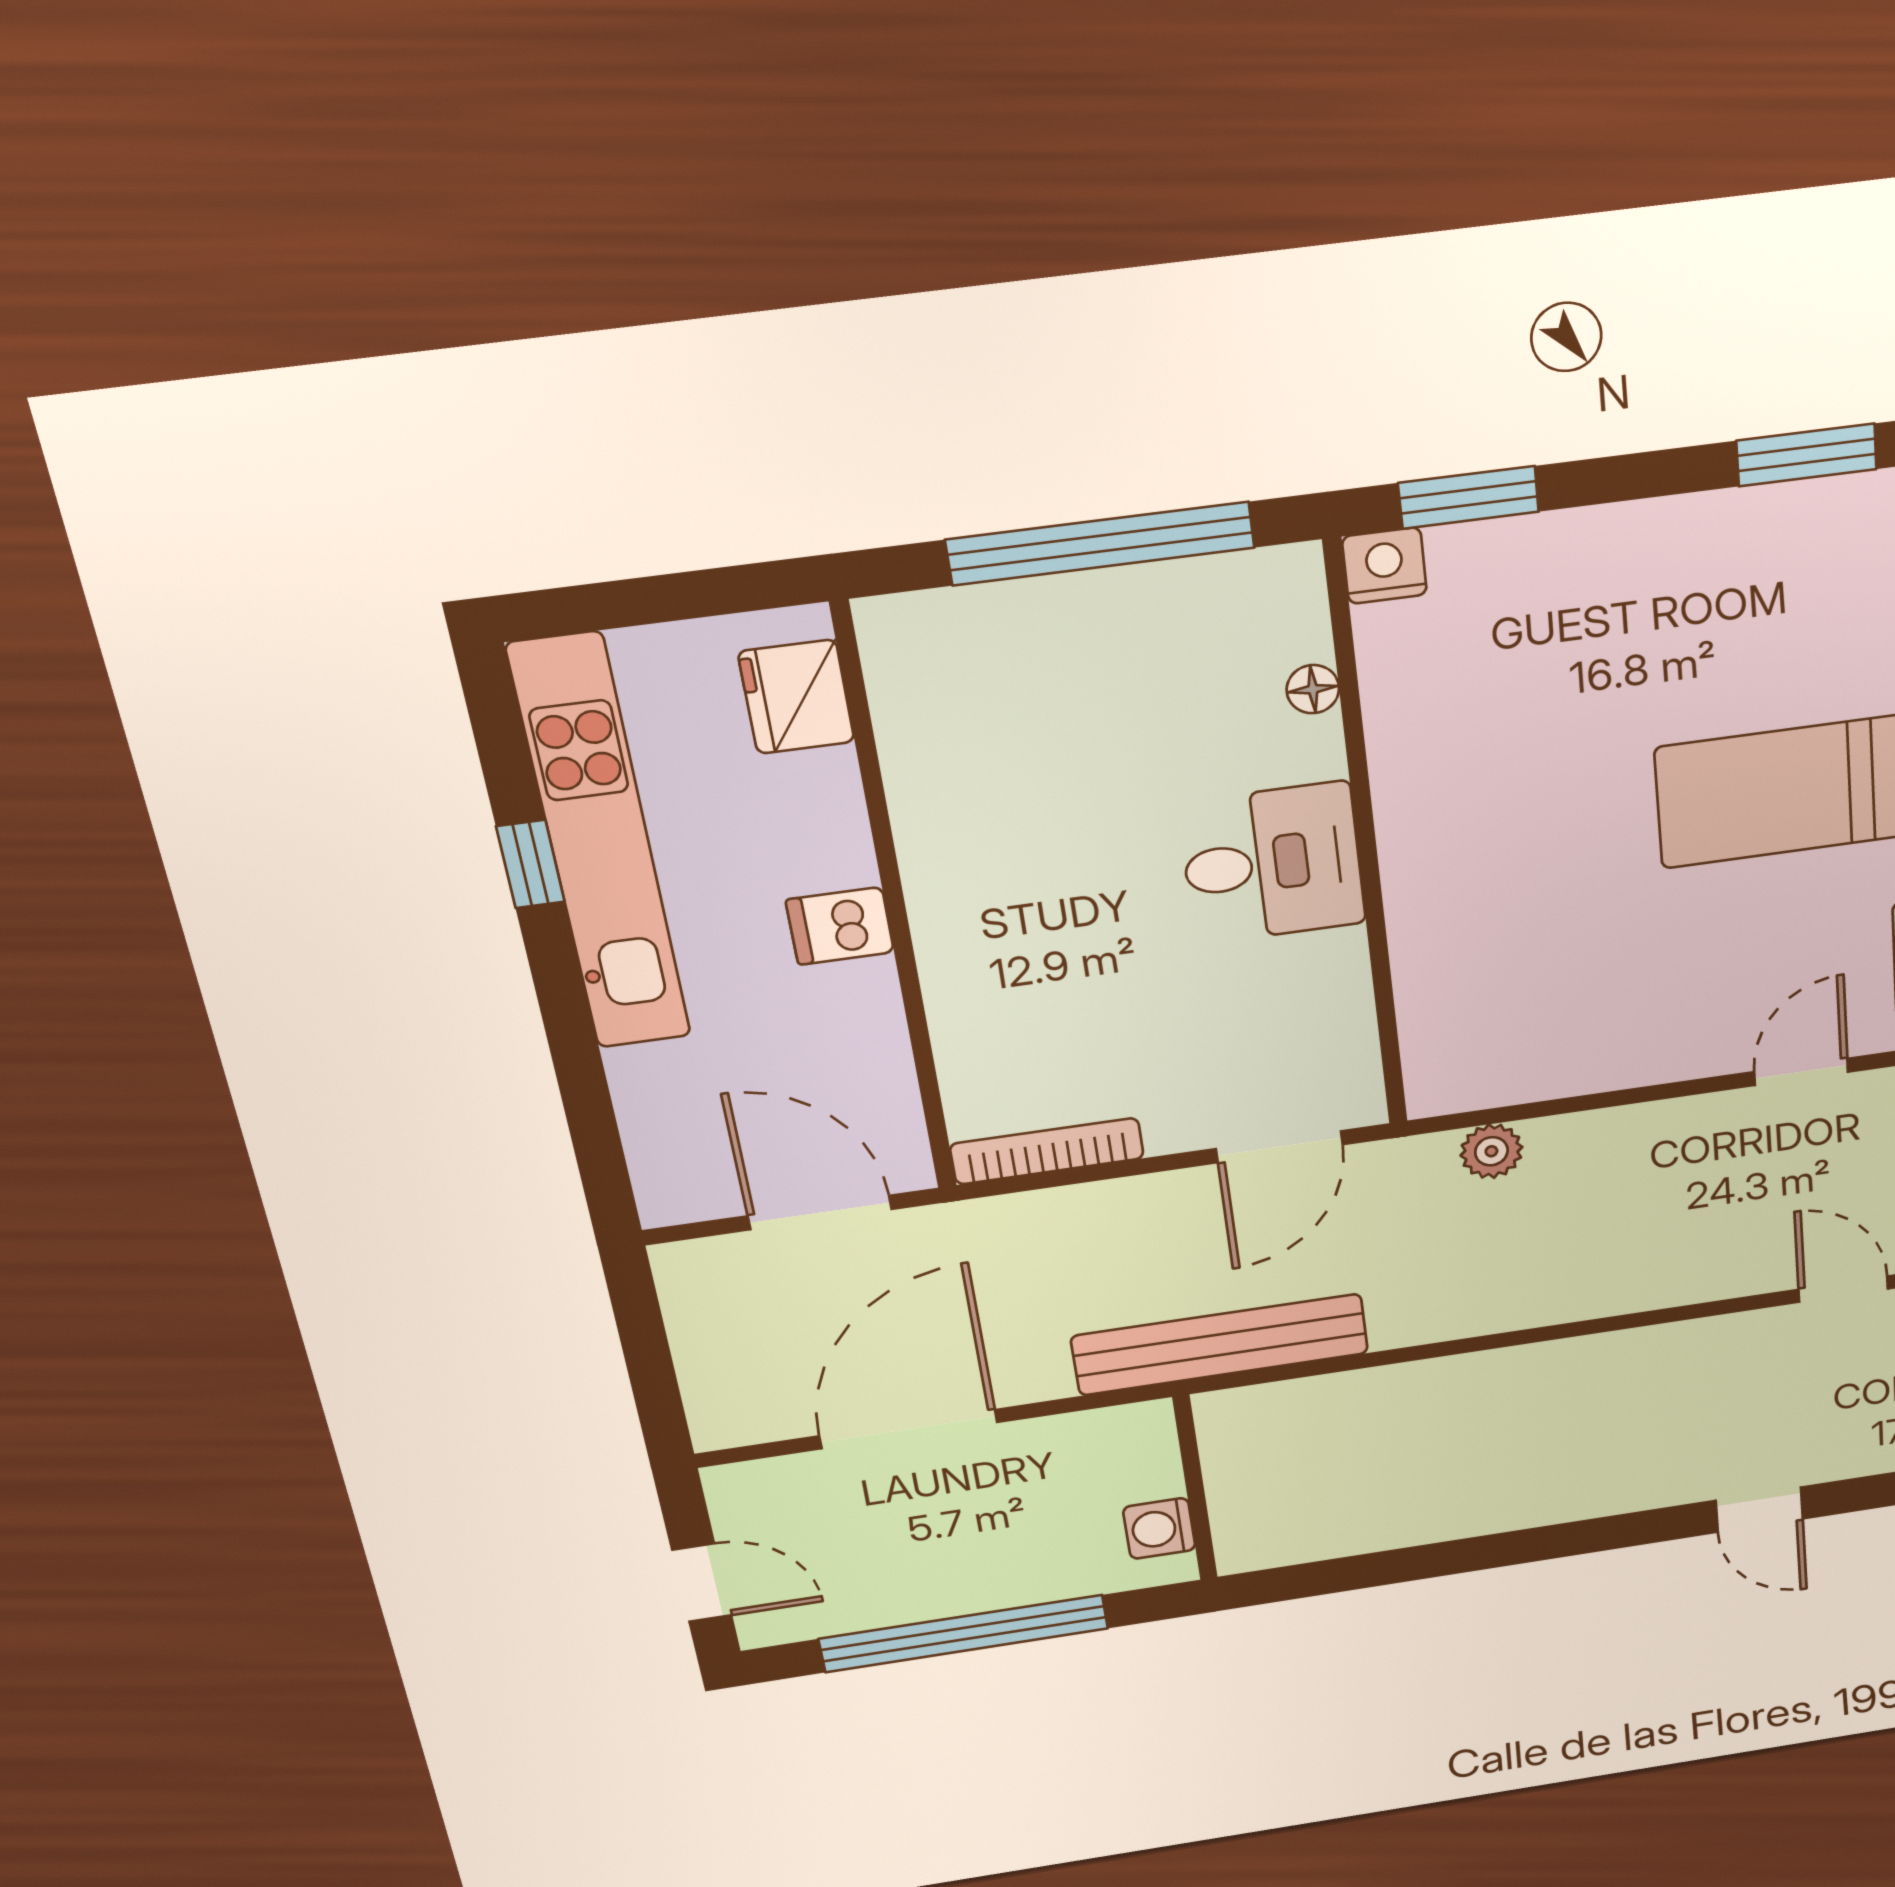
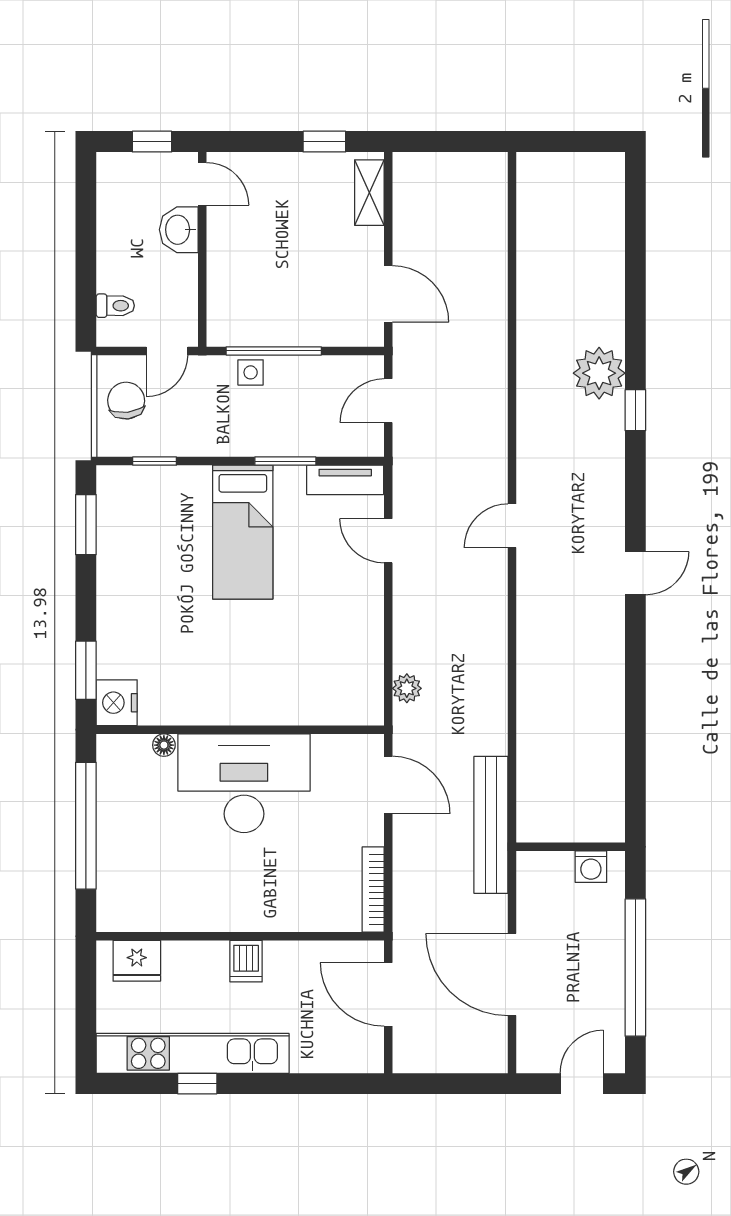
nightstand: (1384, 566) -> (117, 703), width x1.36, depth x1.33
desk: (1272, 863) -> (244, 783), width x1.87, depth x1.30
door: (820, 1213) -> (388, 994), hinge flipped

